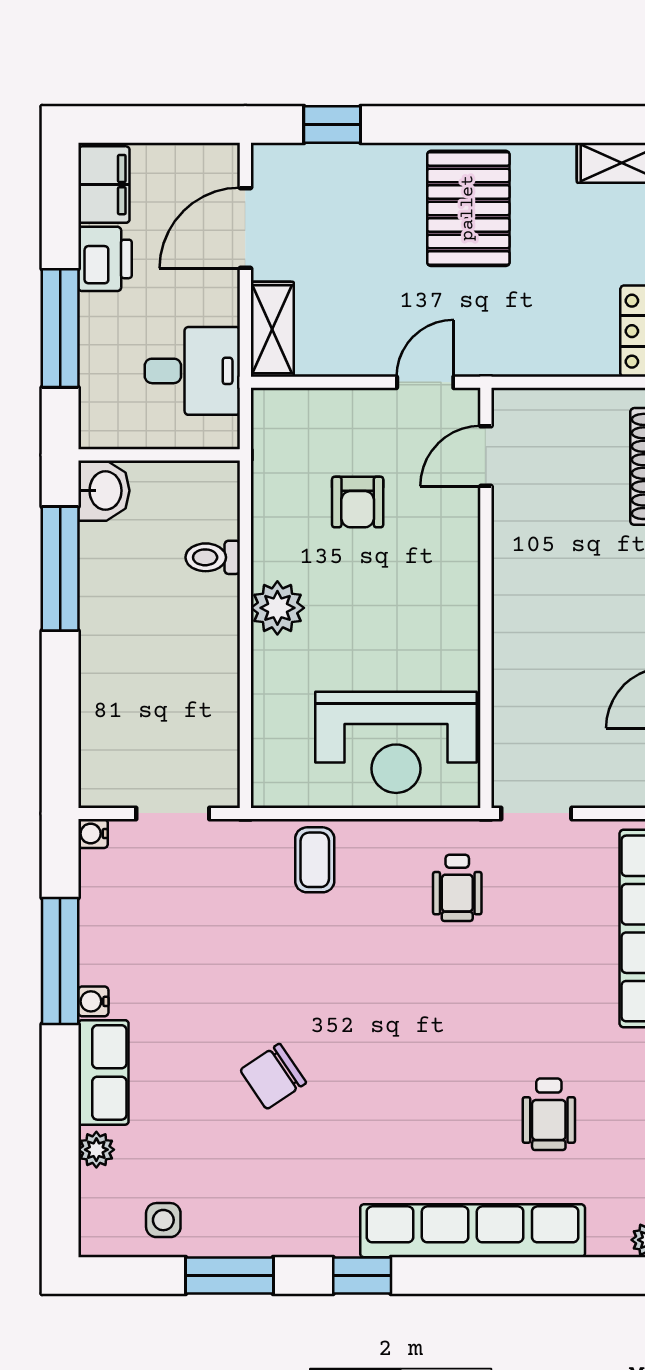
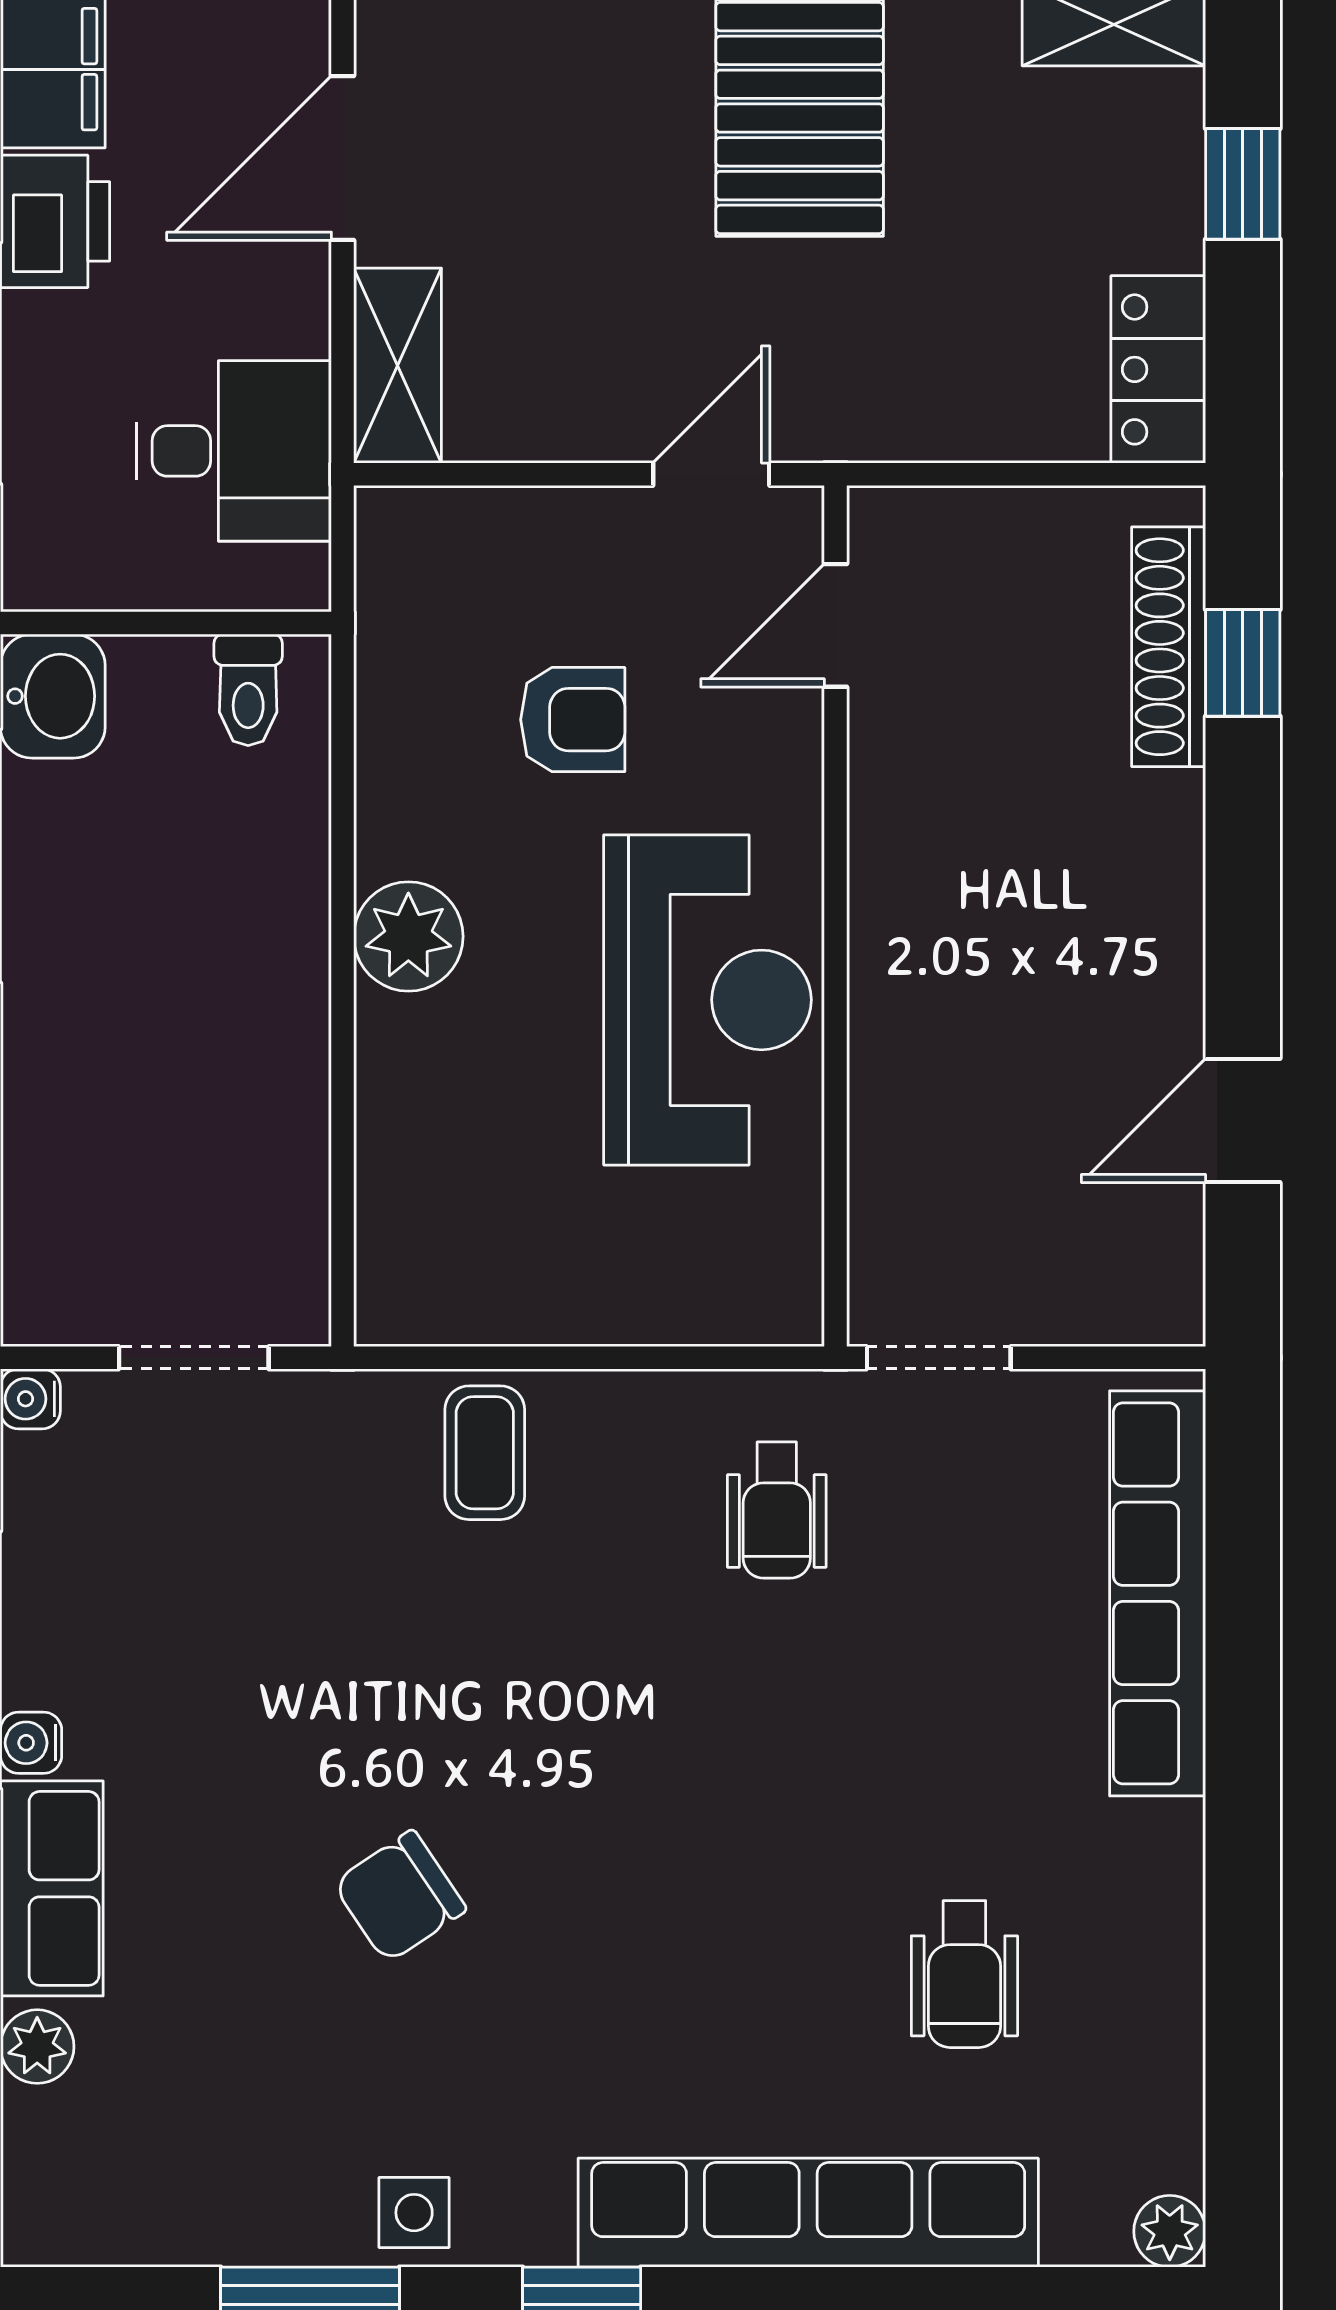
armchair: (358, 502) -> (573, 720), turned -90
toilet: (213, 557) -> (248, 690), moved, turned -90
reception desk: (396, 742) -> (708, 1000), moved, turned -90
side table: (163, 1220) -> (414, 2213), moved

